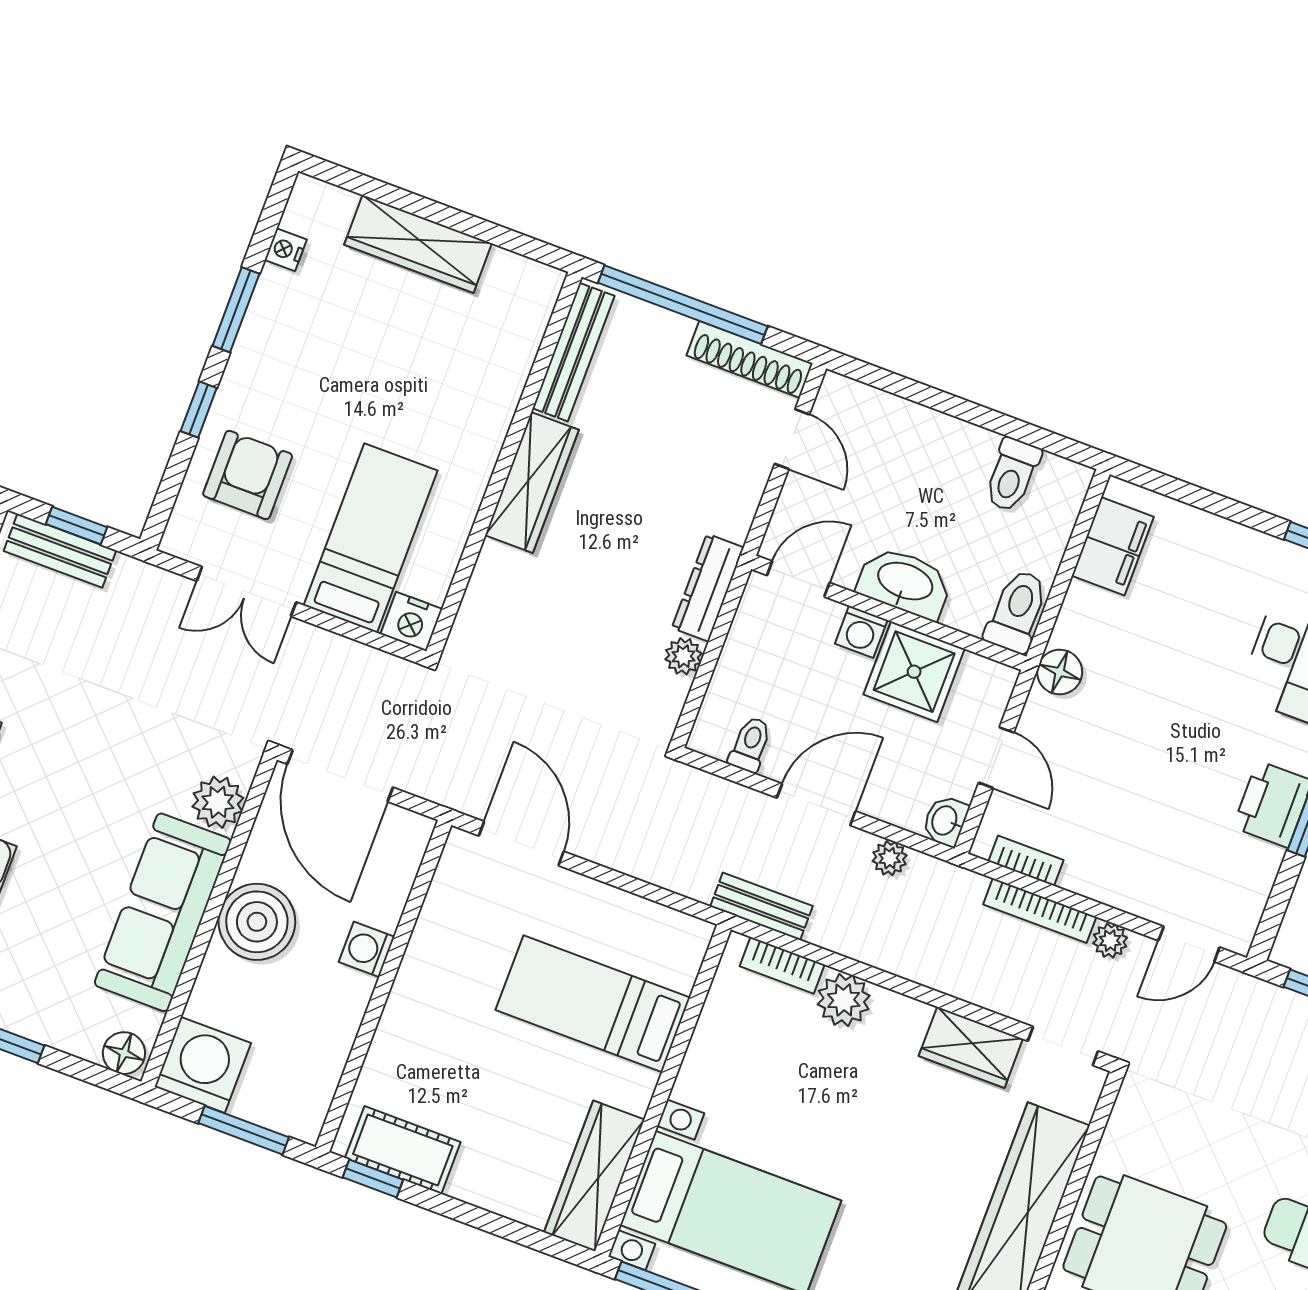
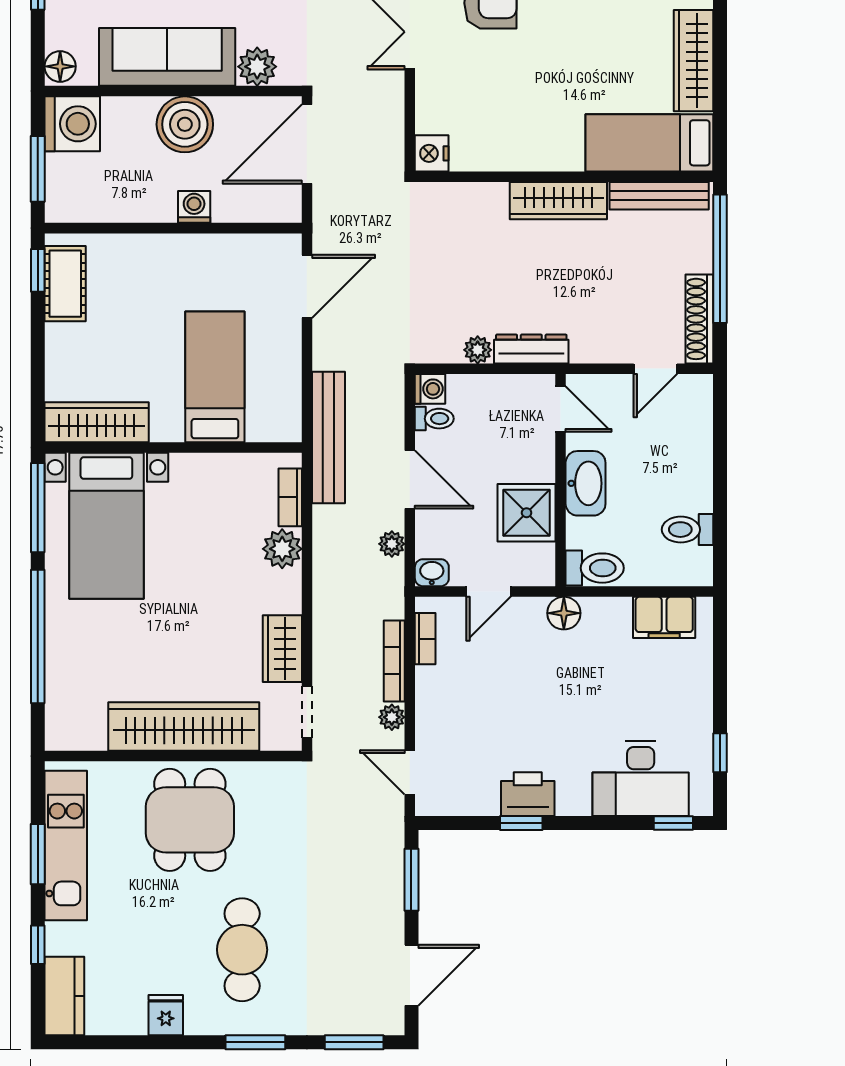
bed: (371, 538) -> (649, 143), moved, turned 180
washing machine: (861, 632) -> (430, 389), moved, turned 180
bench: (761, 906) -> (328, 438), width x1.86, depth x1.21

